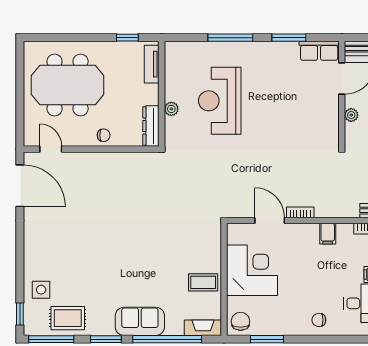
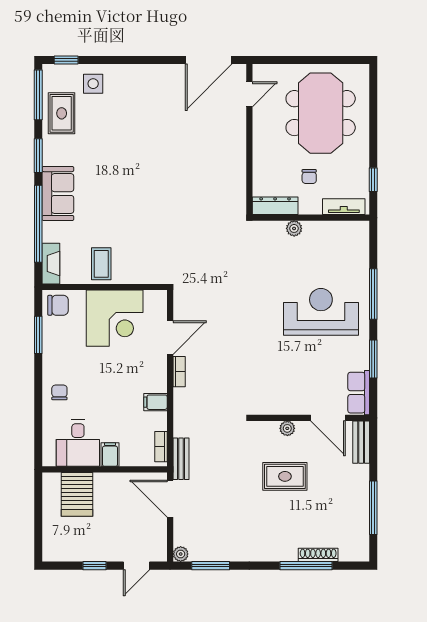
reception desk: (220, 101) -> (321, 312), moved
chair: (104, 135) -> (309, 177), moved

